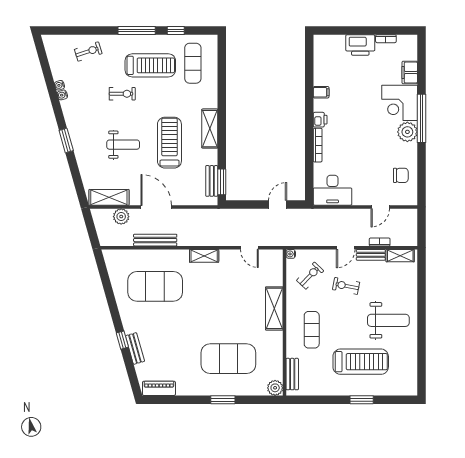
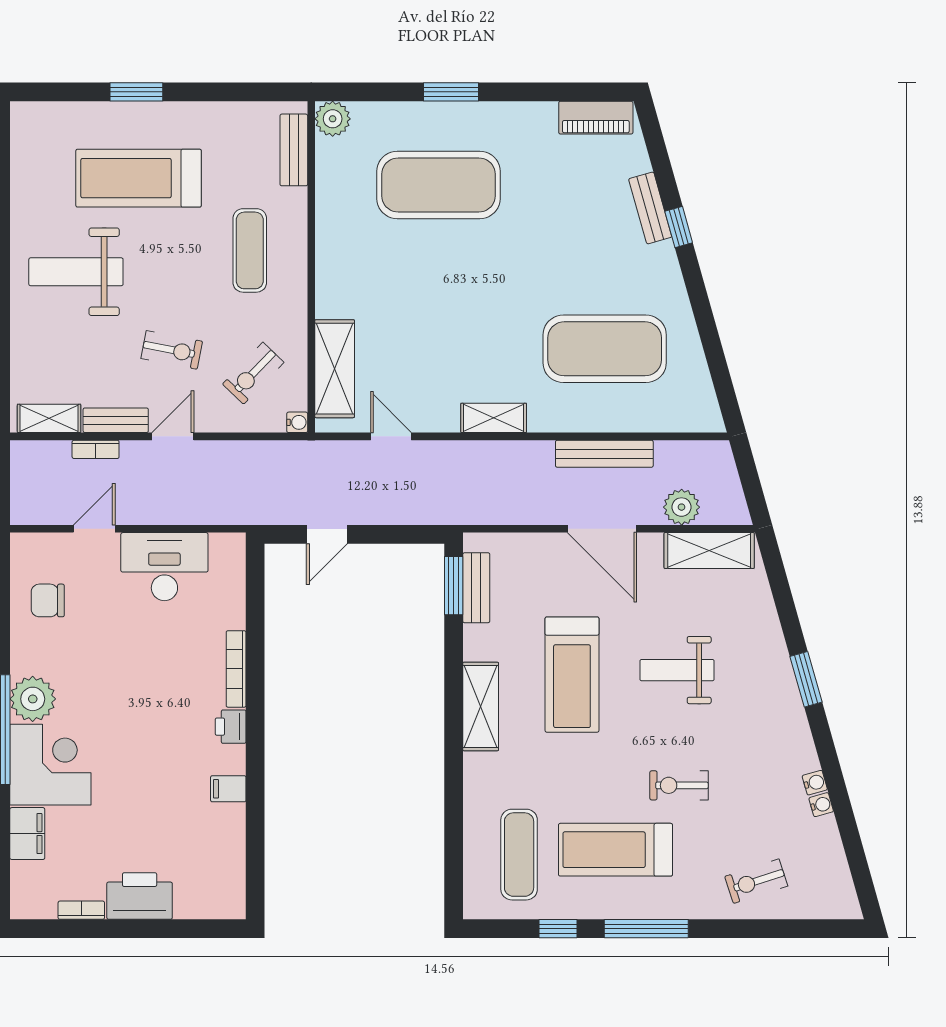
desk: (333, 190) -> (164, 567), moved
shelving: (274, 308) -> (335, 369), moved

